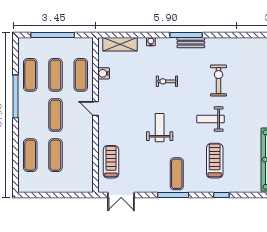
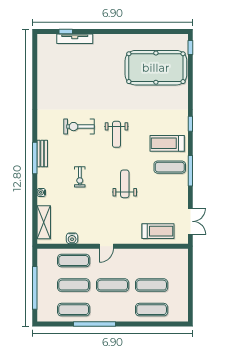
weight bench: (160, 128) -> (125, 184), turned 90
treadmill: (215, 161) -> (167, 143), moved
treadmill: (111, 162) -> (158, 231), turned 180

